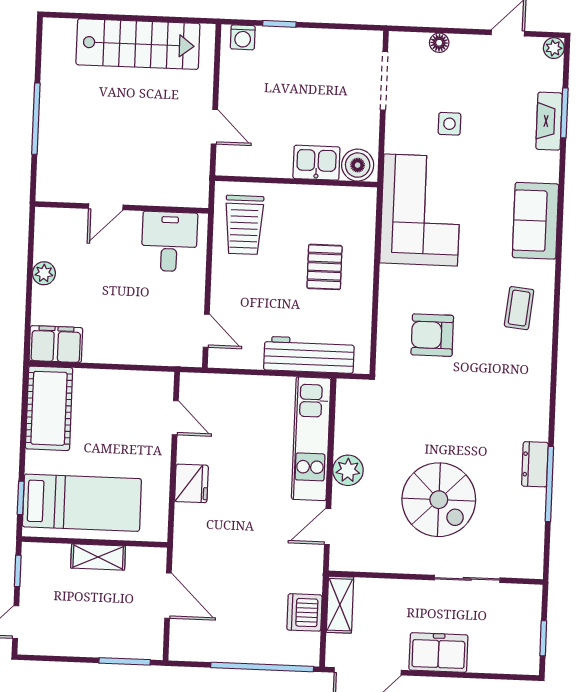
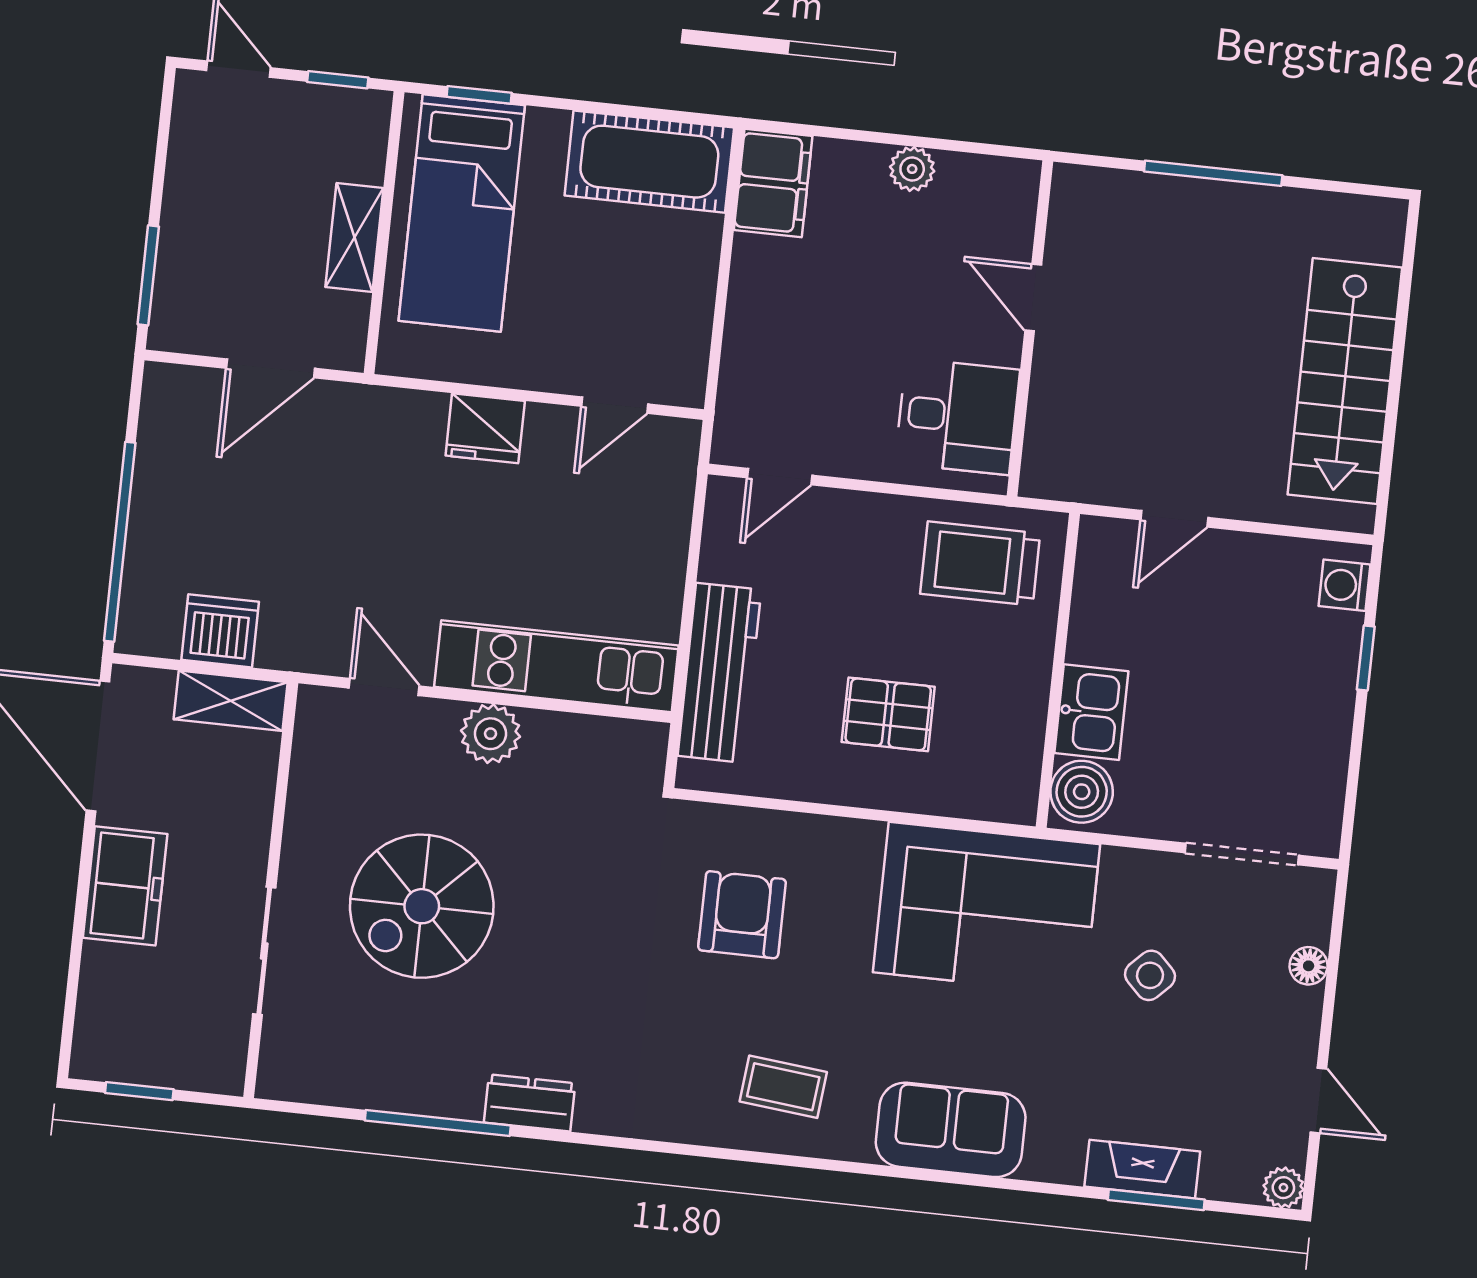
side table: (449, 124) -> (1150, 975), turned 45
dresser: (535, 464) -> (530, 1103), moved

